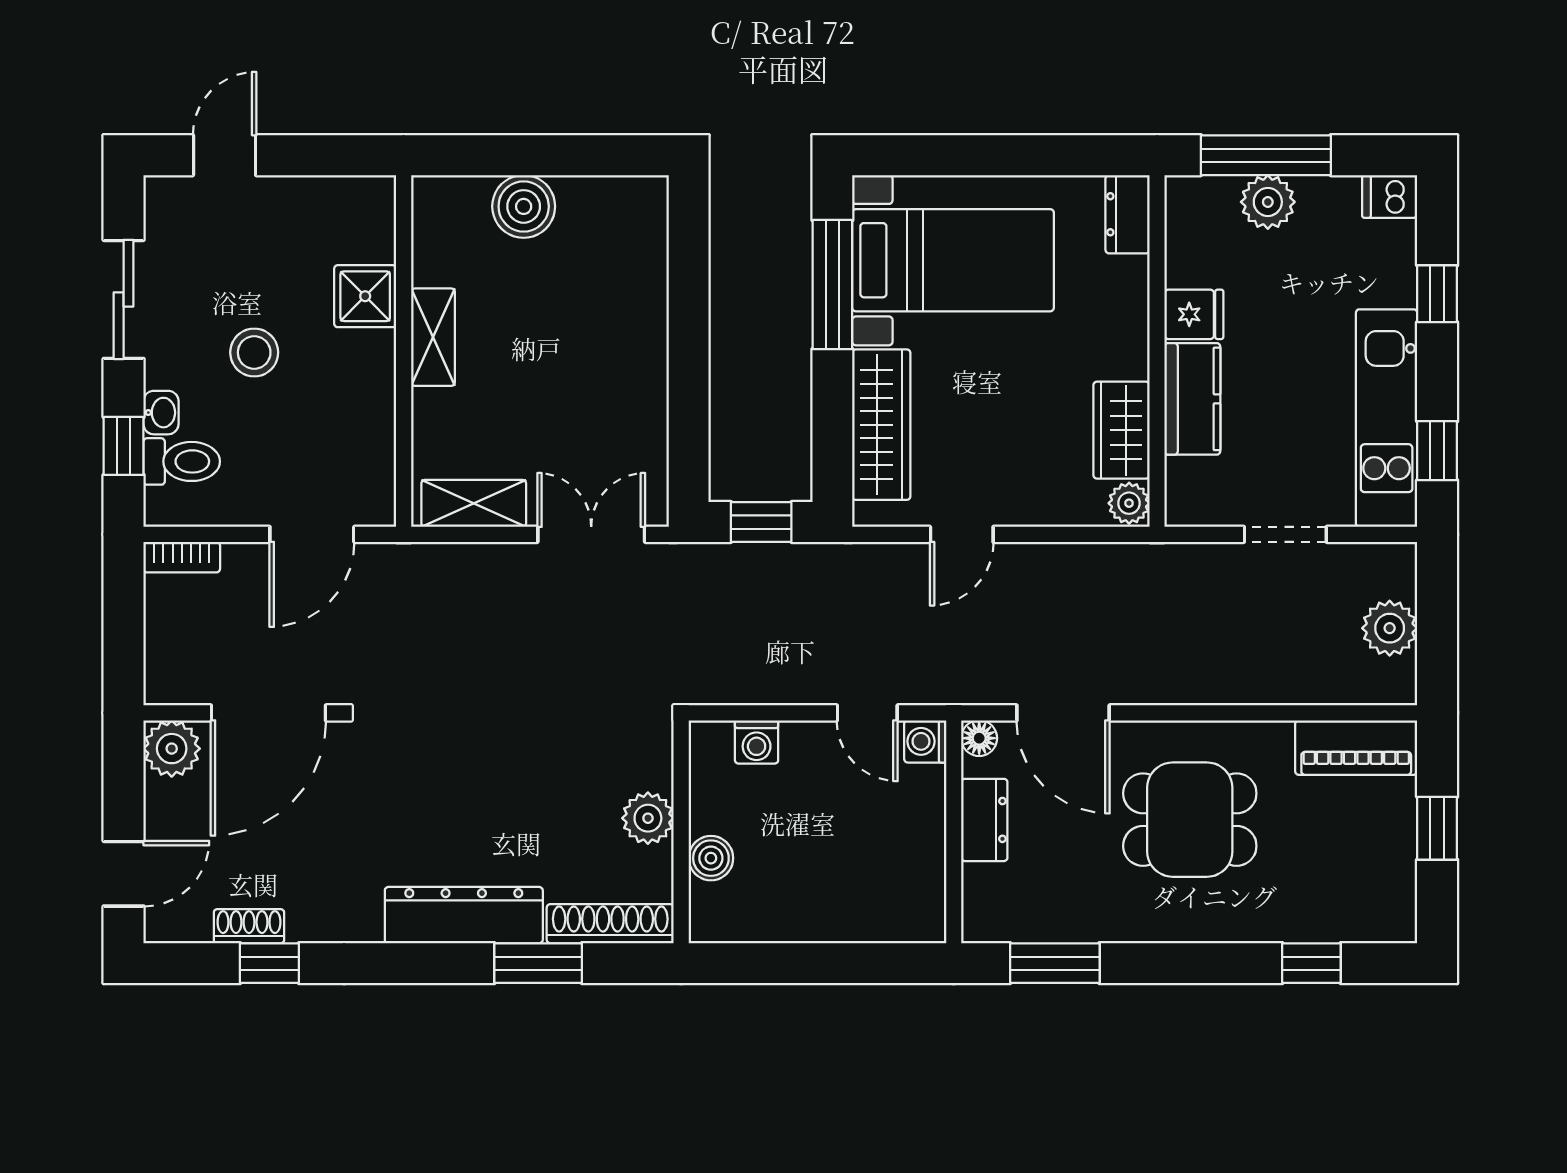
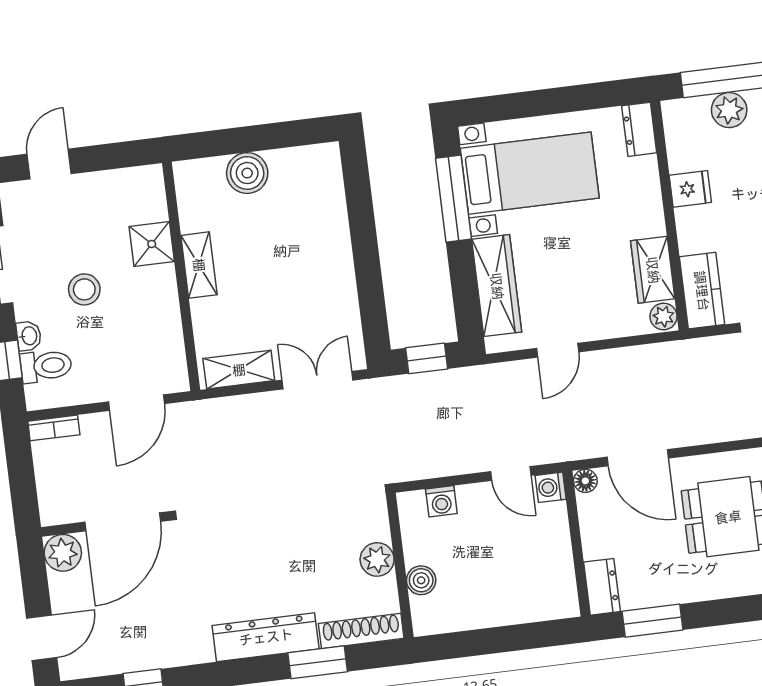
kitchen counter: (1192, 399) -> (702, 291), moved
dresser: (984, 820) -> (602, 587), moved
shoe rack: (249, 926) -> (127, 662), removed

